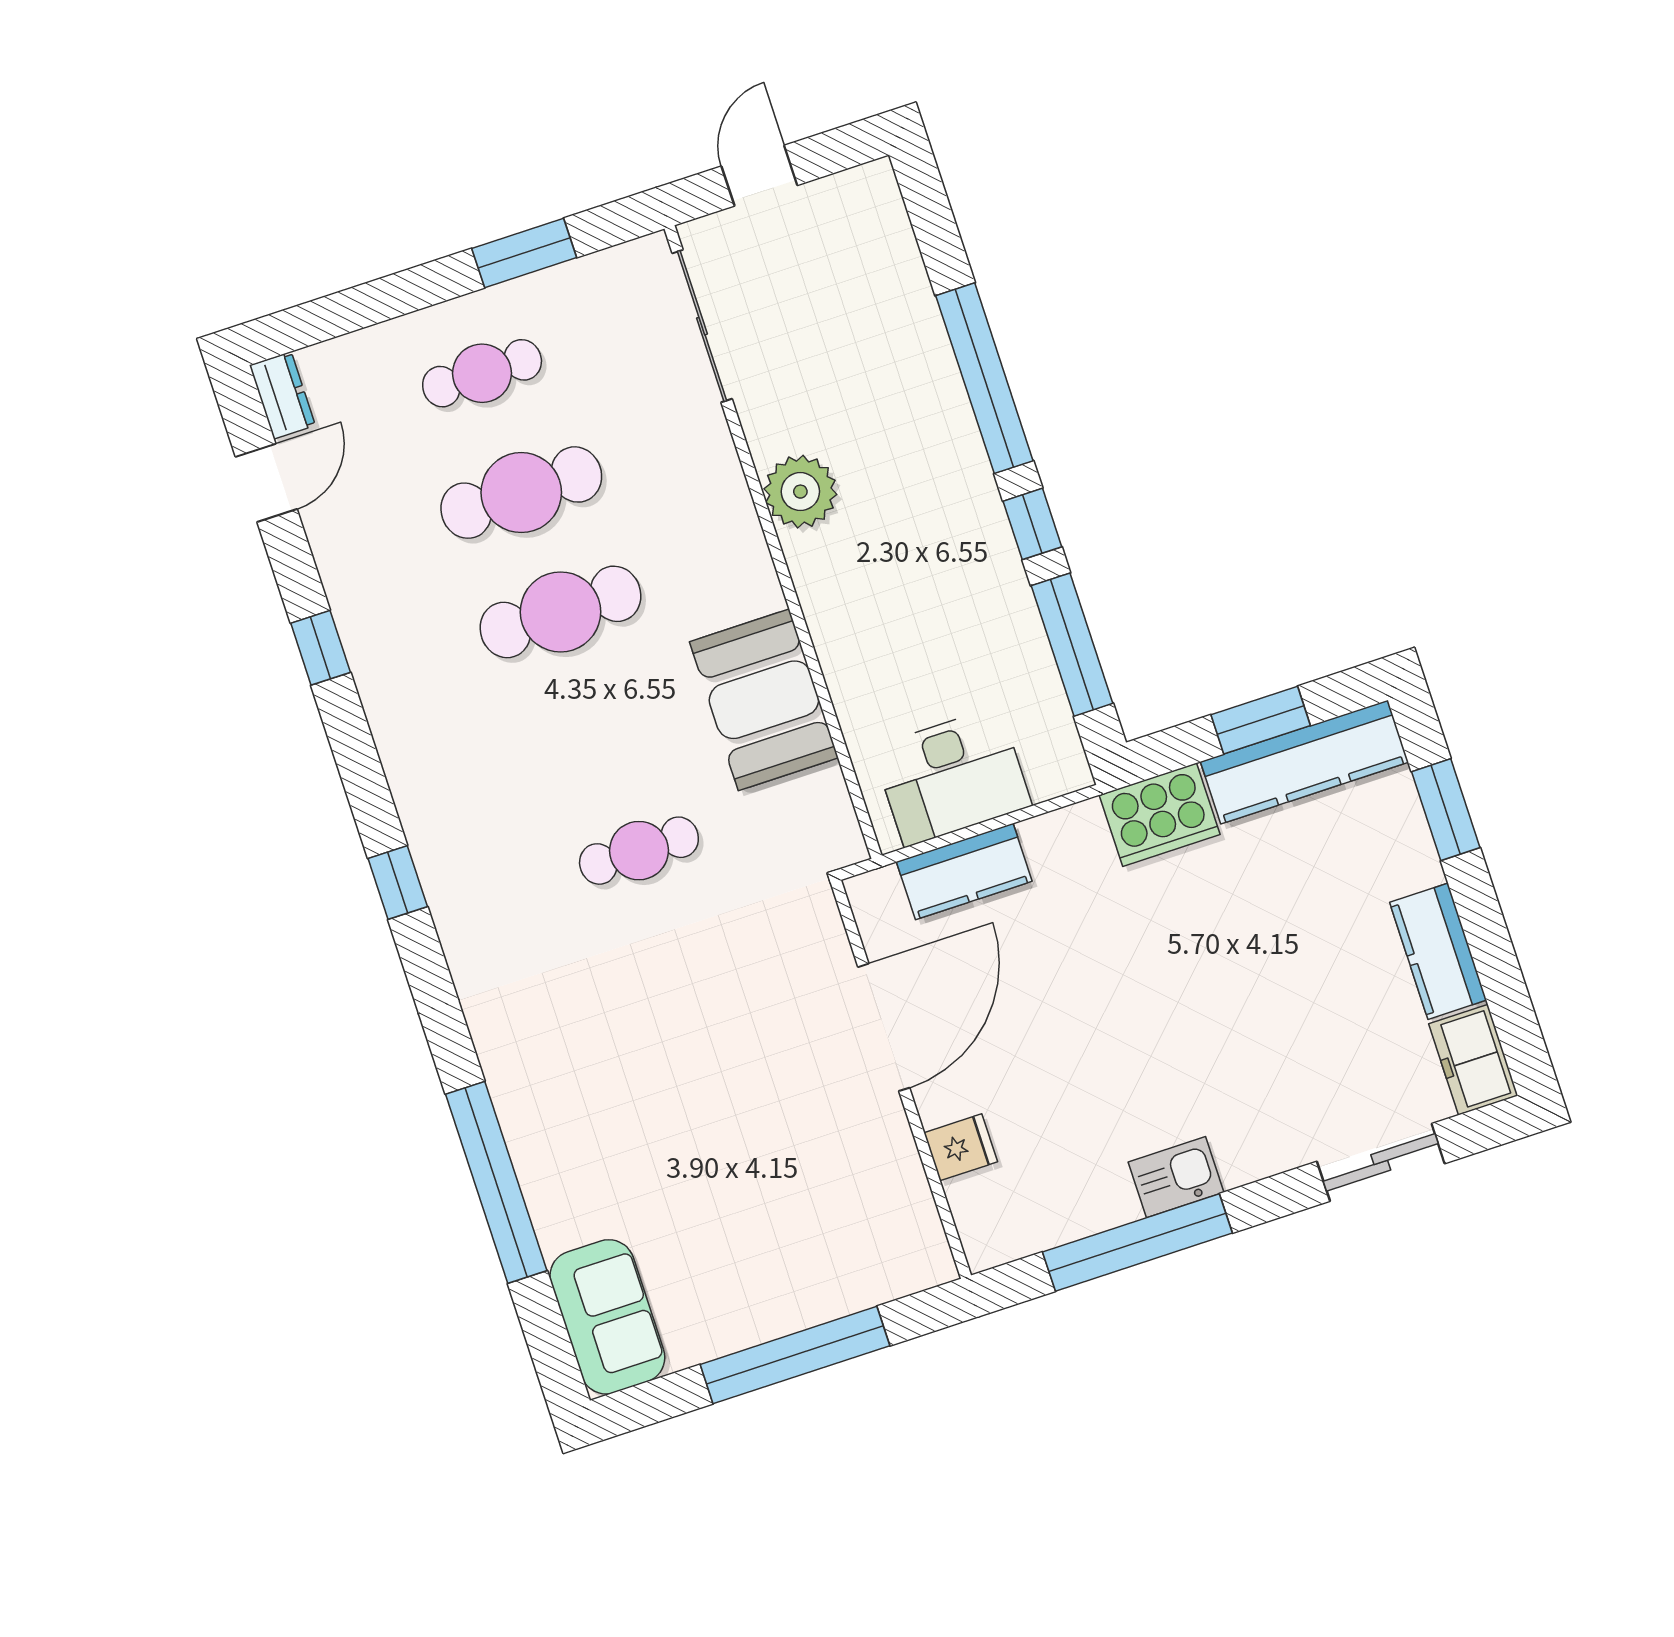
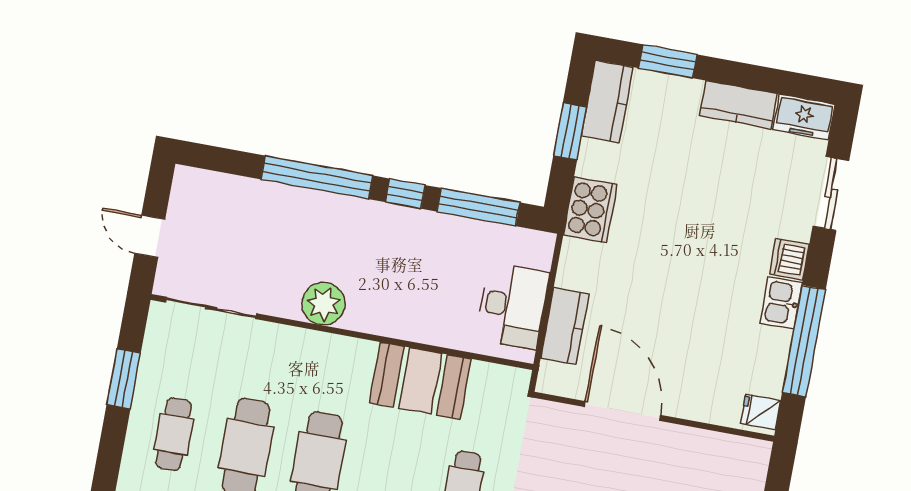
kitchen counter: (1304, 762) -> (607, 102), width x0.67
fridge: (961, 1147) -> (761, 412), moved, turned -90
dishwasher: (1248, 1154) -> (789, 259), added

